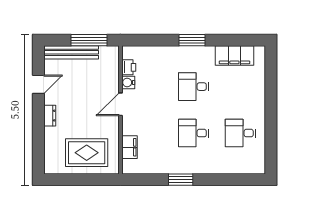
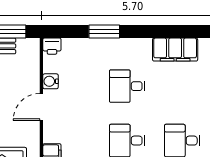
window: (192, 40) -> (104, 32), moved
printer: (129, 67) -> (52, 46), moved, turned 90

